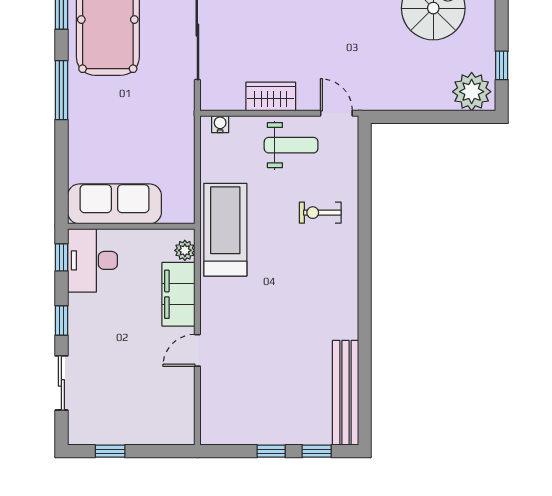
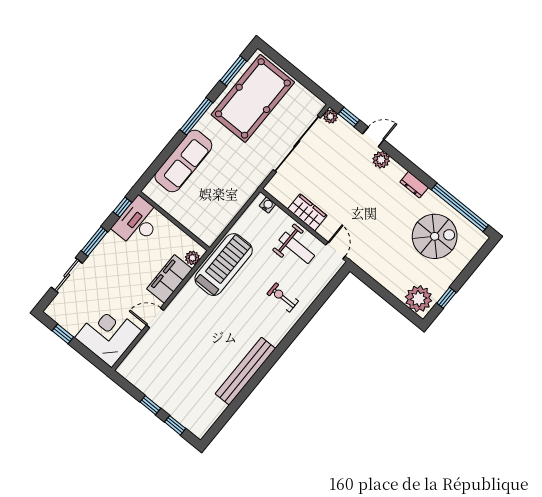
sofa: (114, 204) -> (183, 161), moved, turned 90
window: (61, 321) -> (94, 241), width x1.50
bench: (346, 393) -> (245, 371), moved
corner desk: (161, 411) -> (108, 334), added

